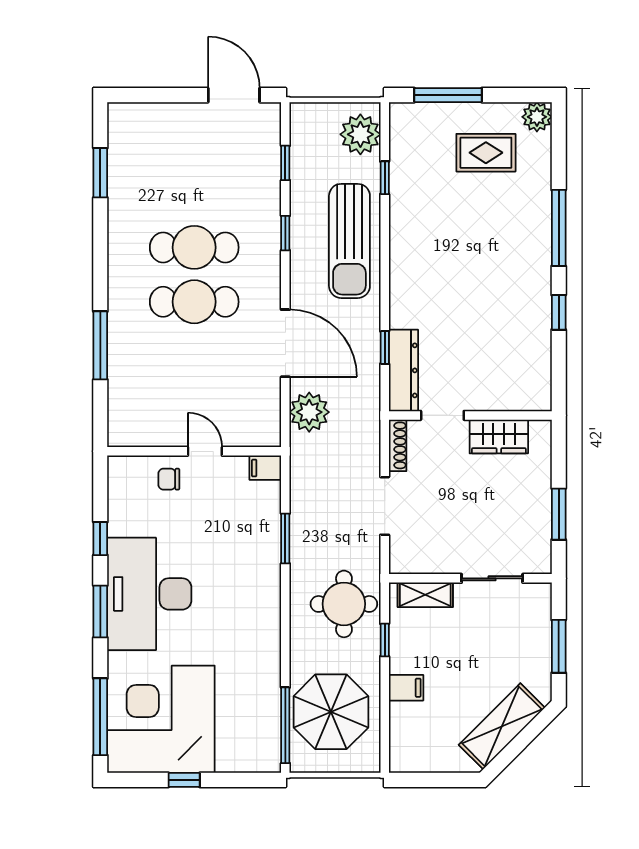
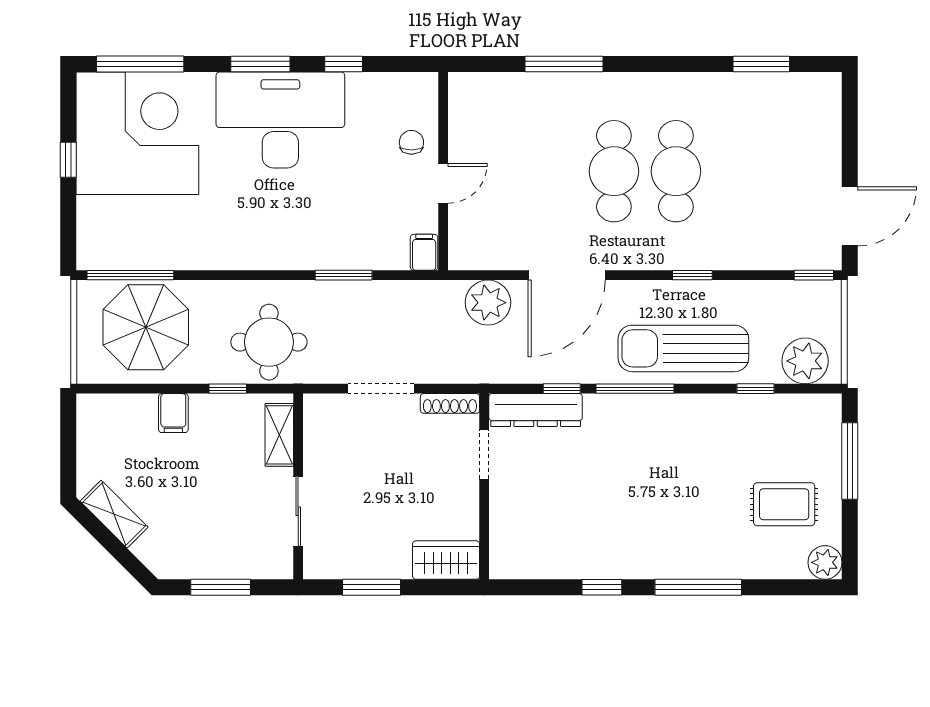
rug: (486, 153) -> (784, 504), turned 90
window: (285, 163) -> (814, 275), moved
window: (385, 283) -> (635, 389), added
wardrobe: (499, 437) -> (446, 560), moved, turned 90
shelving: (502, 726) -> (114, 514), width x0.67, depth x0.75

